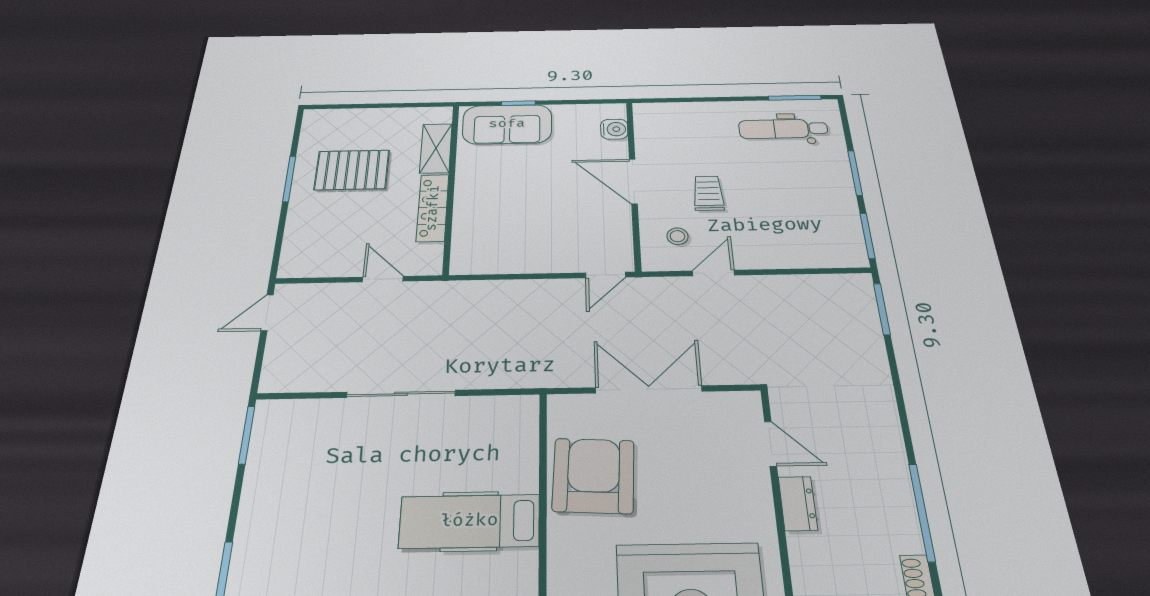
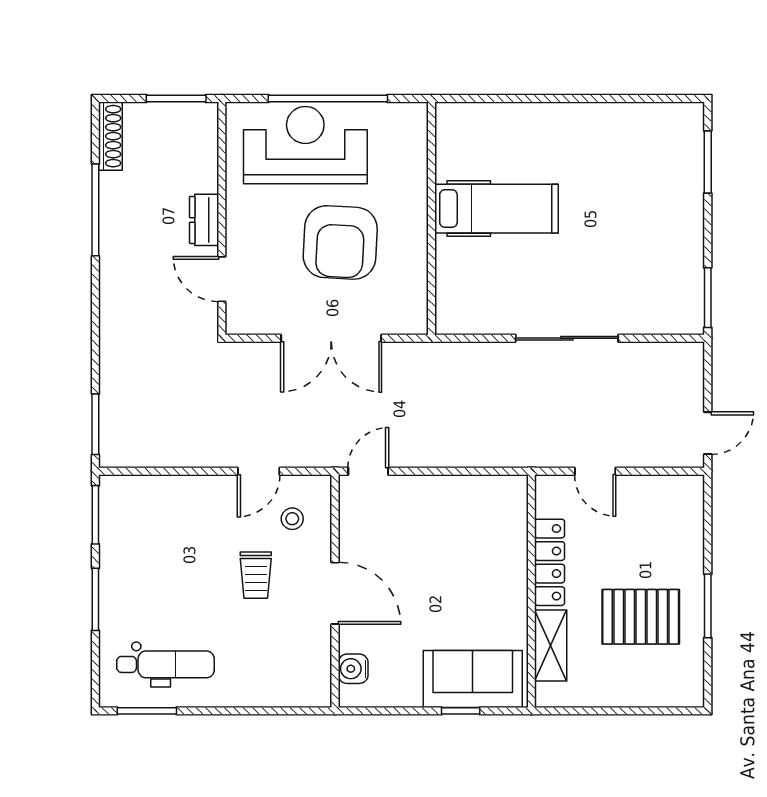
armchair: (594, 476) -> (340, 242), moved

